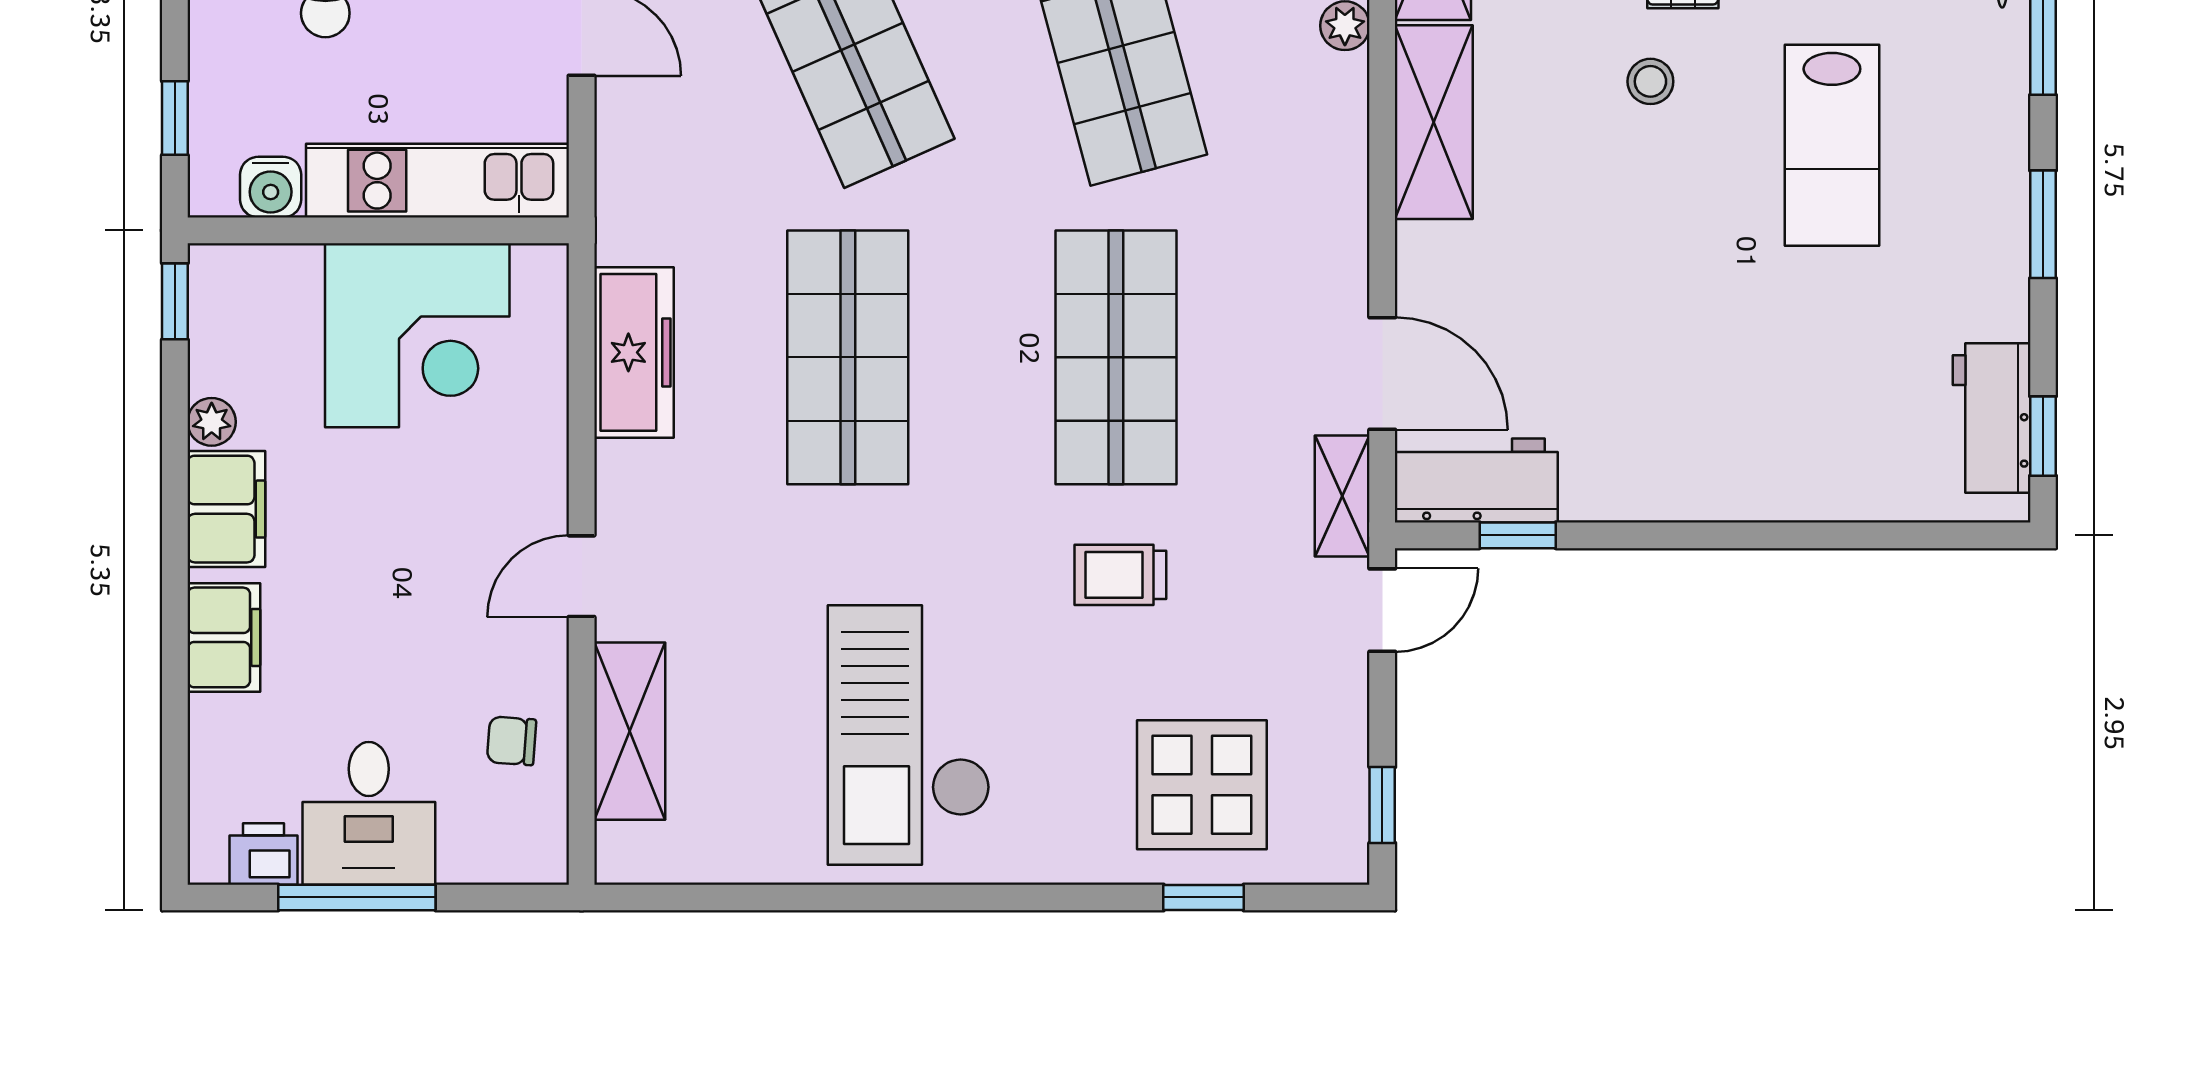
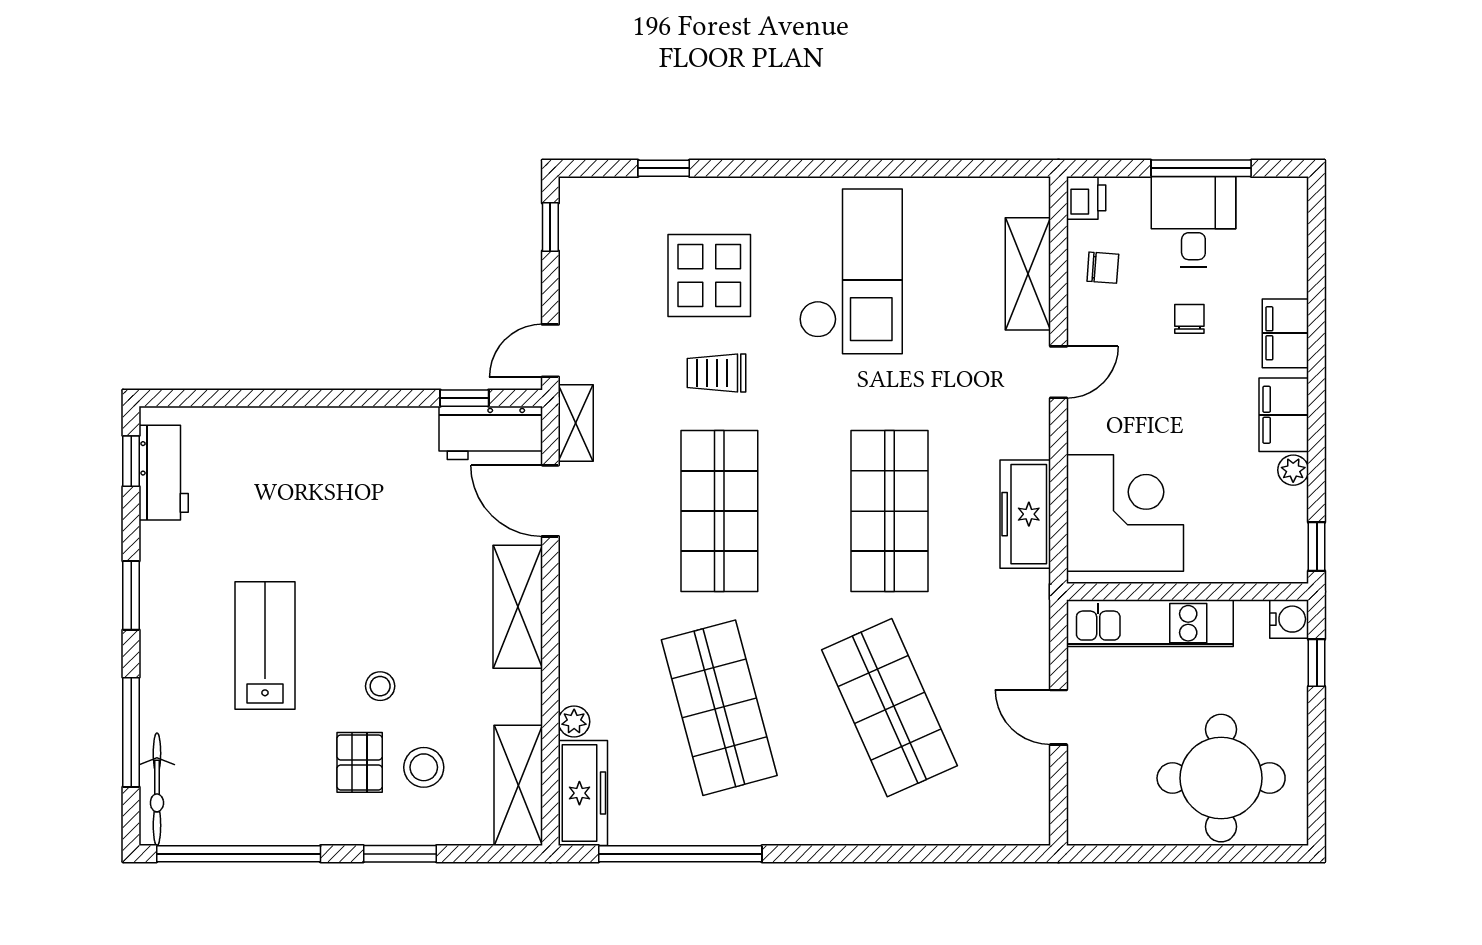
shelving: (1434, 122) -> (518, 607), moved
water cooler: (271, 187) -> (1289, 619), moved, turned 90
corner desk: (417, 335) -> (1125, 513), moved, turned 90
trolley: (1120, 575) -> (716, 373), turned 180
chair: (375, 660) -> (1189, 319), added
display table: (1202, 785) -> (709, 275), moved
printer: (264, 854) -> (1086, 198), moved, turned -90

